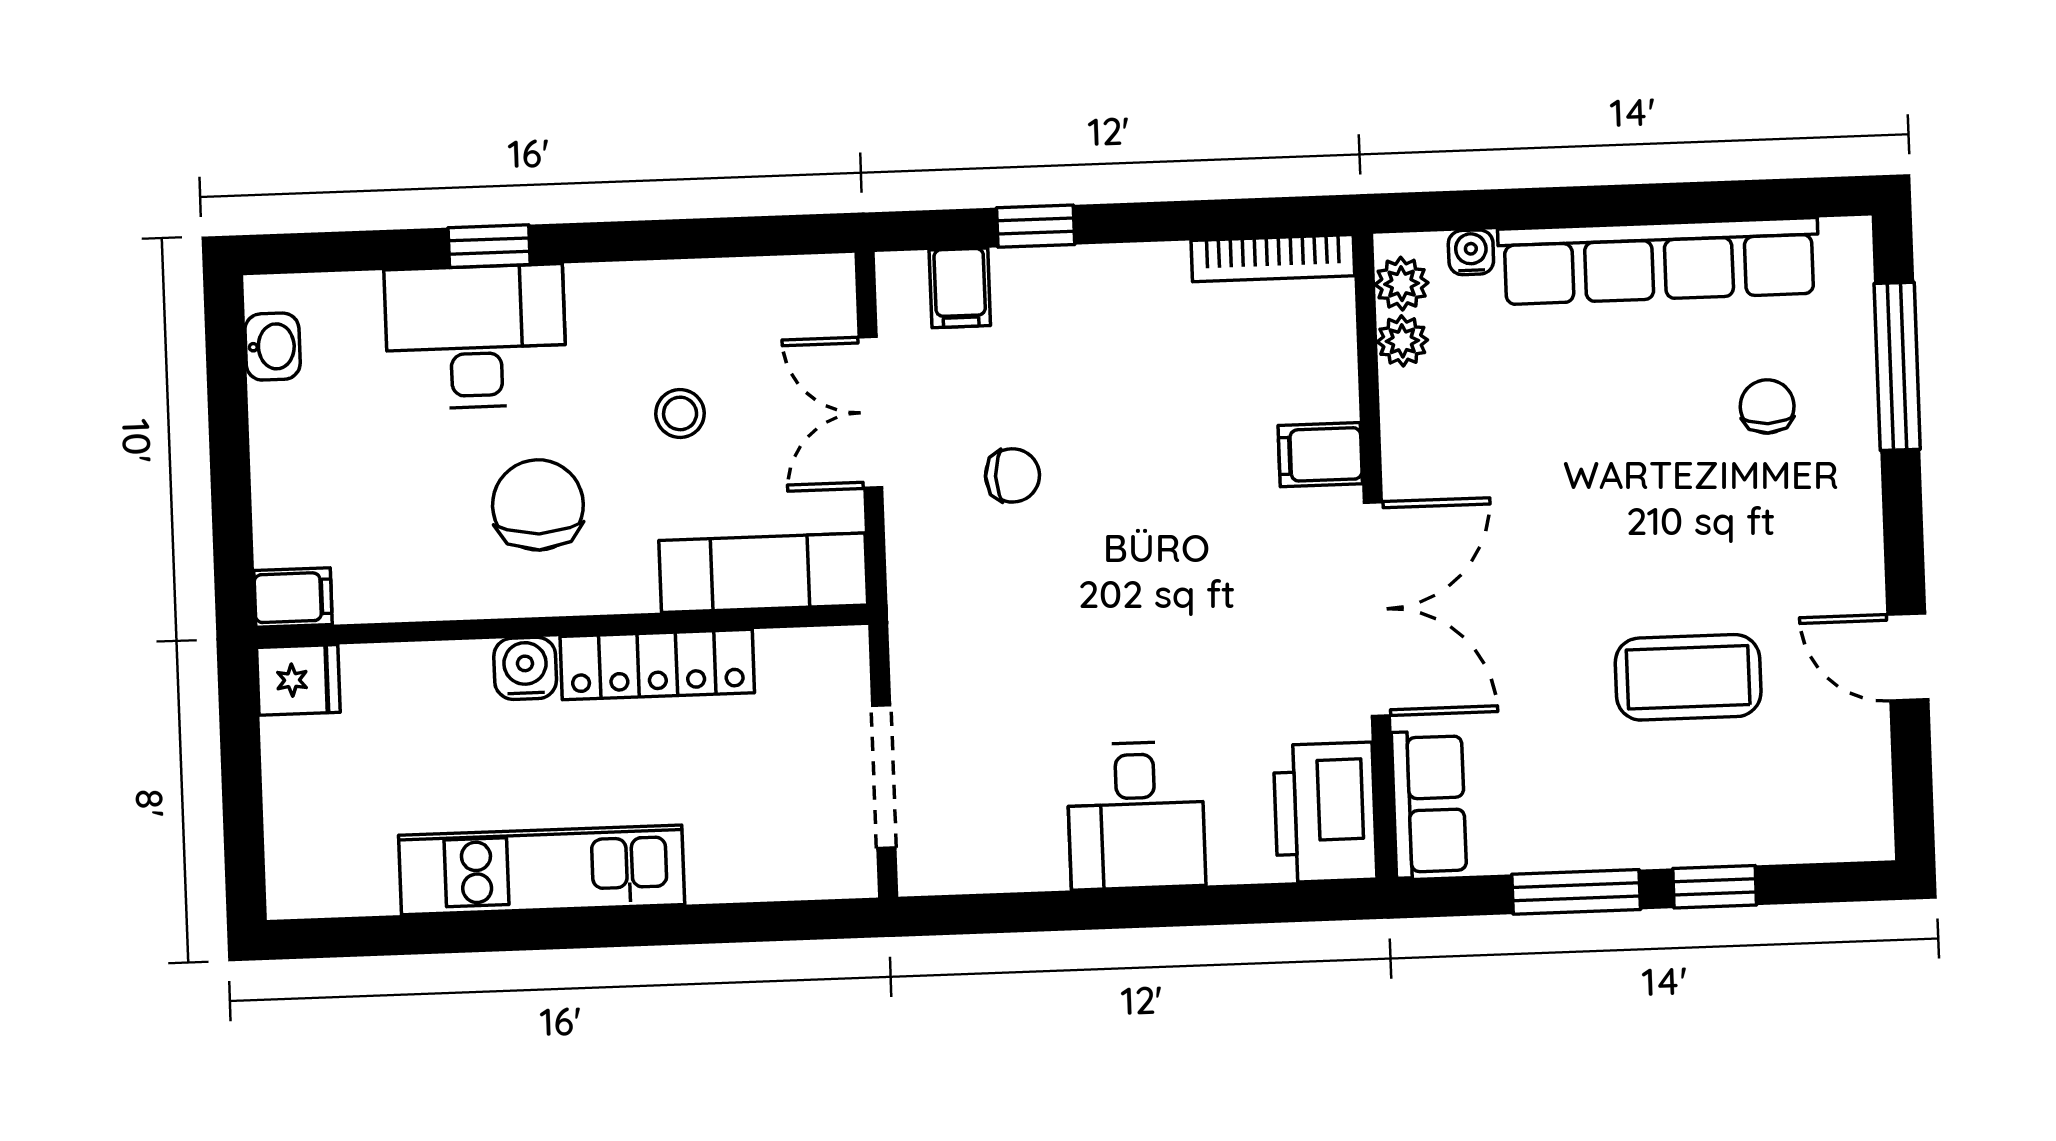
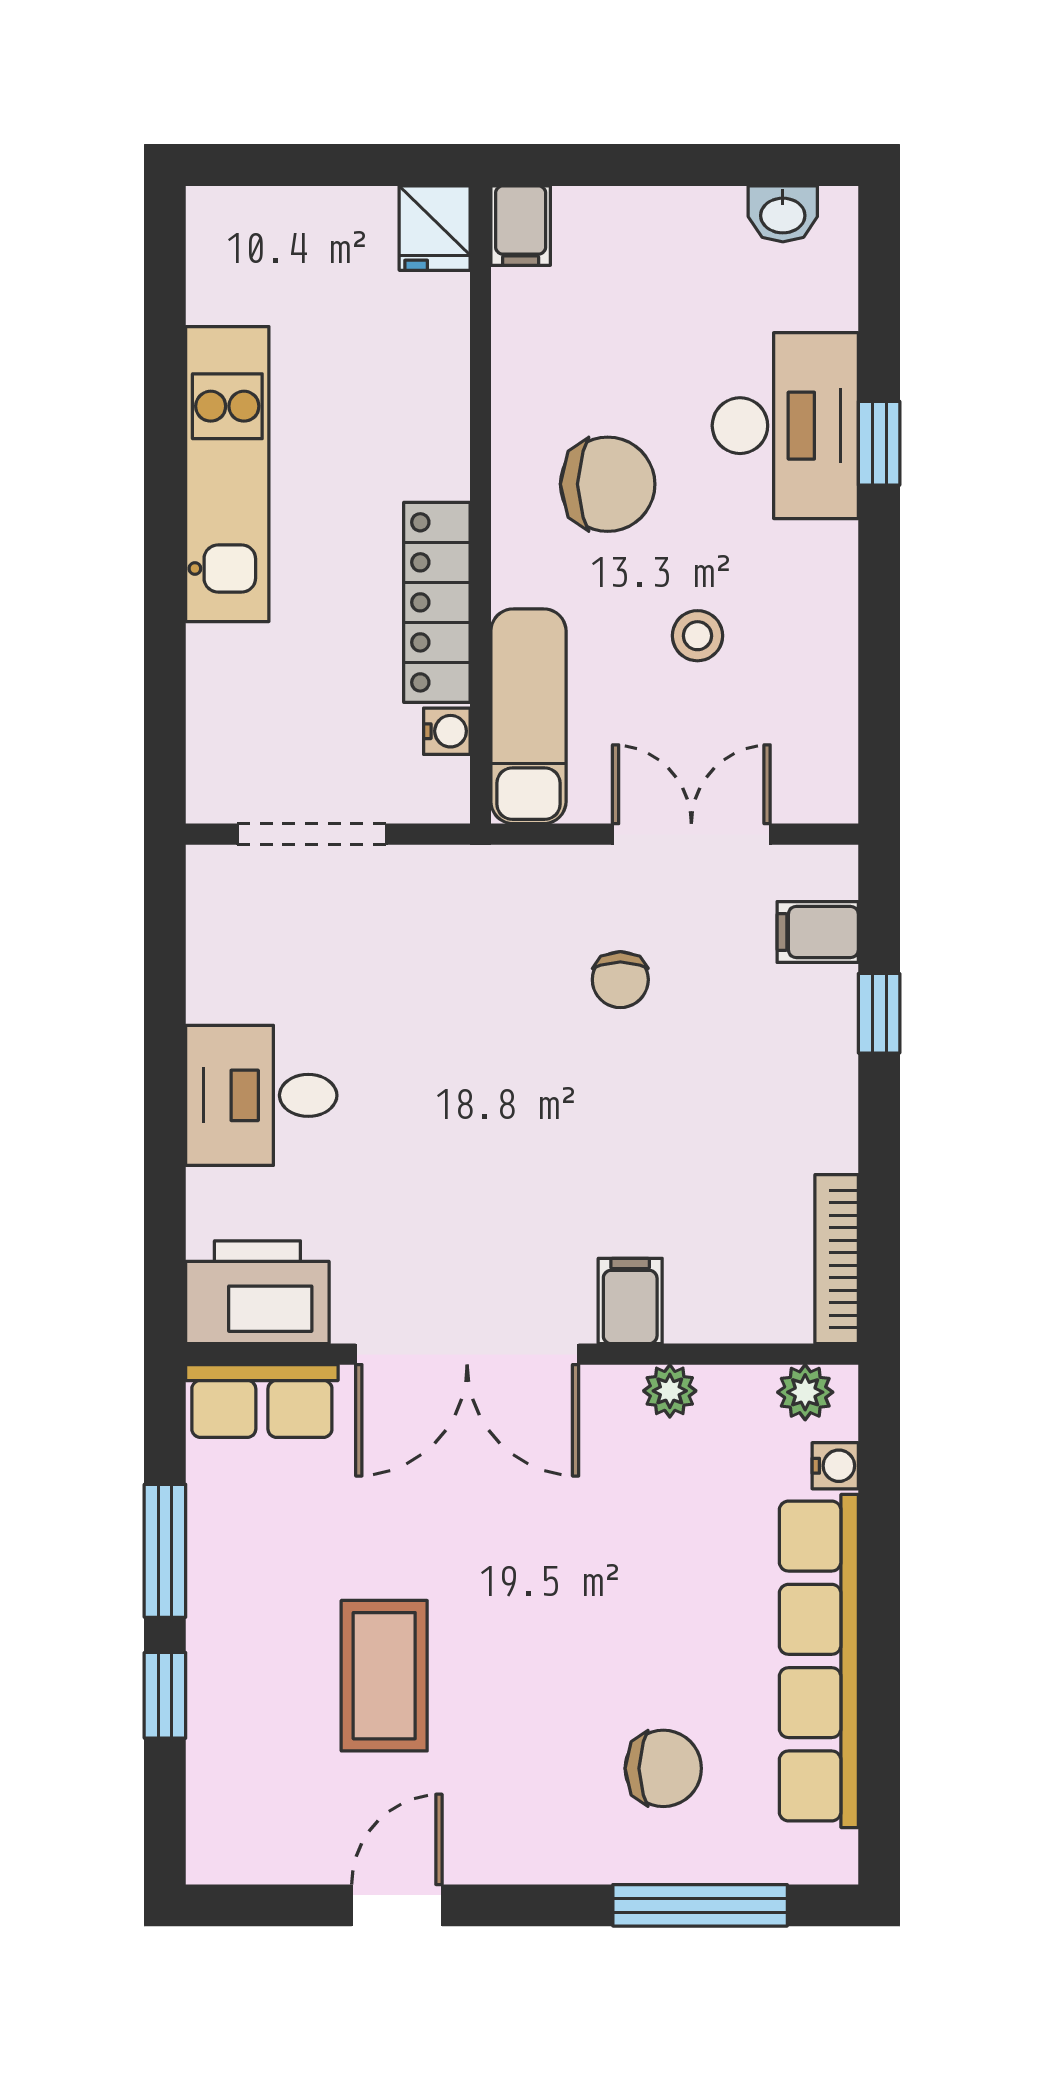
plant: (1402, 341) -> (670, 1391), moved
chair: (1767, 406) -> (663, 1768), width x1.37, depth x1.37
water cooler: (525, 668) -> (447, 731), moved, width x0.72, depth x0.72

